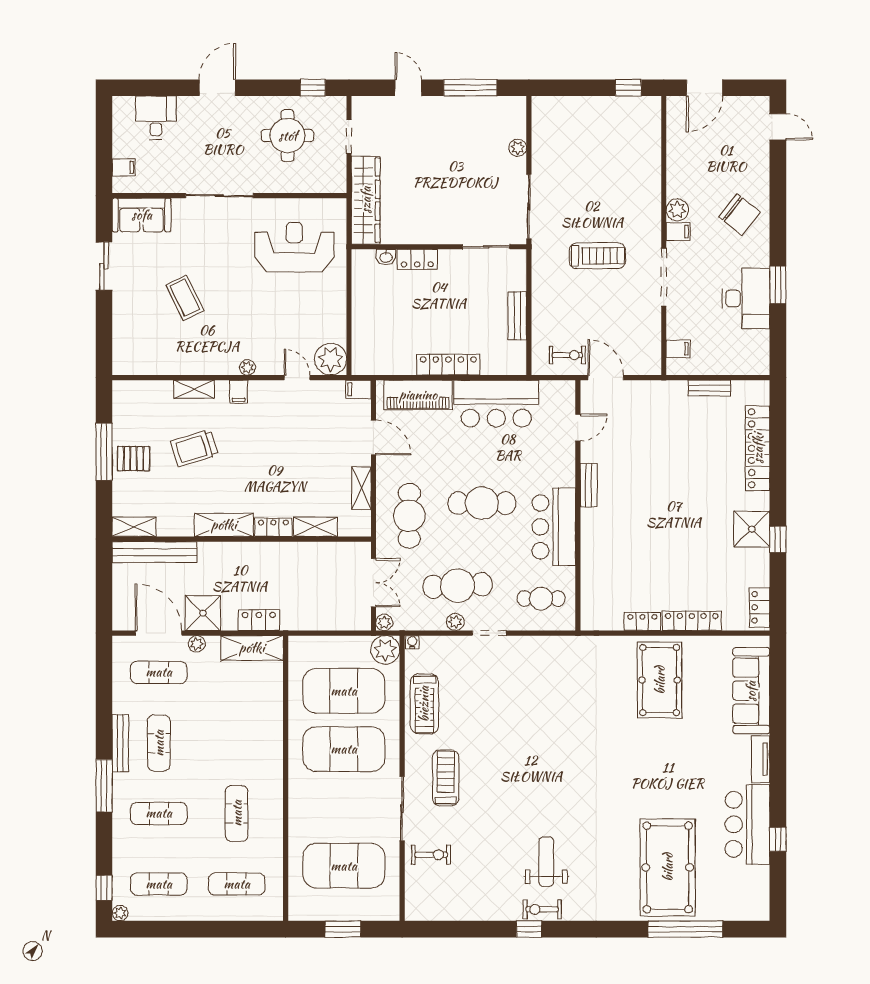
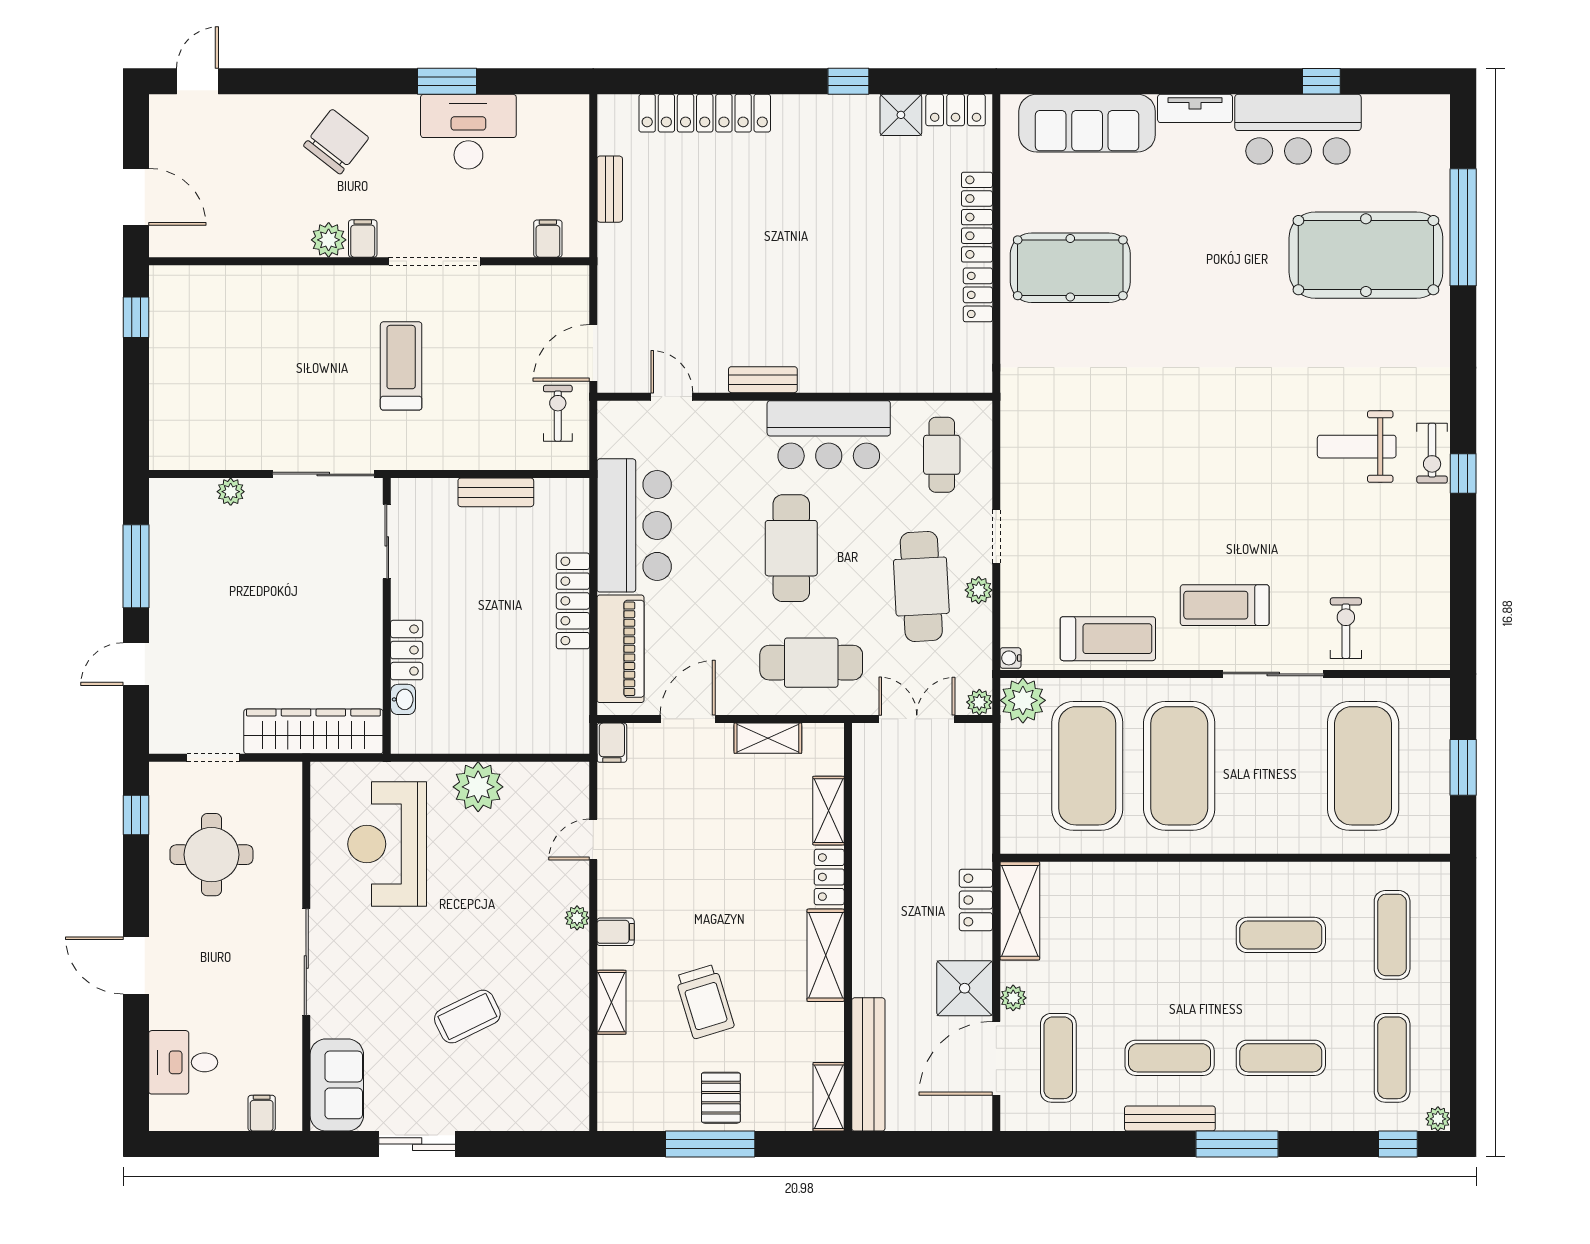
plant: (331, 359) -> (478, 787), moved
shower: (752, 529) -> (901, 115), moved, width x0.73, depth x0.73
exercise mat: (159, 813) -> (1281, 1058), turned 90

